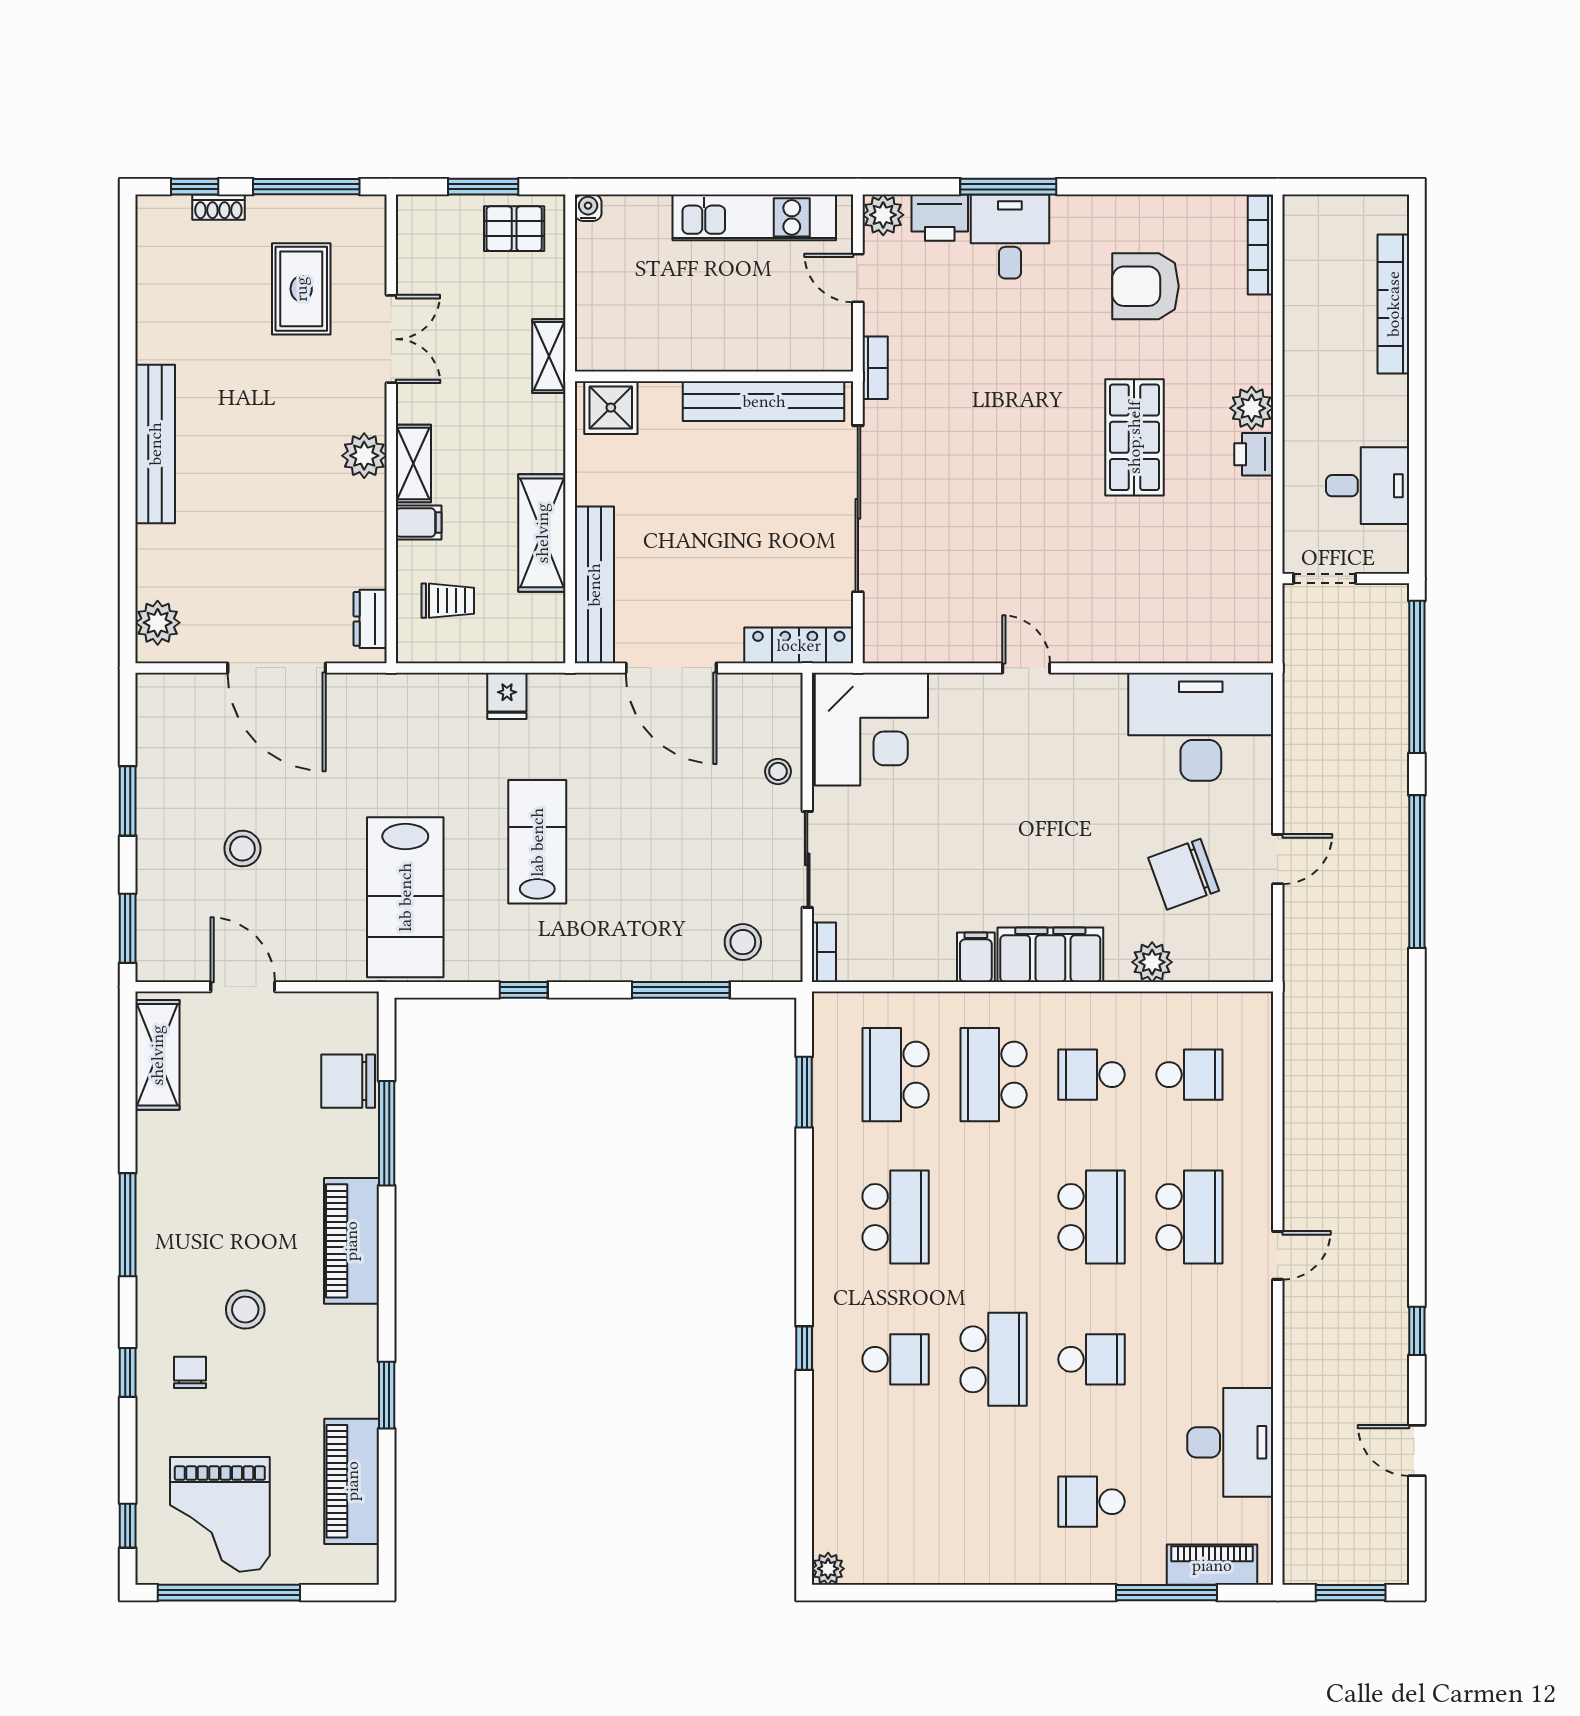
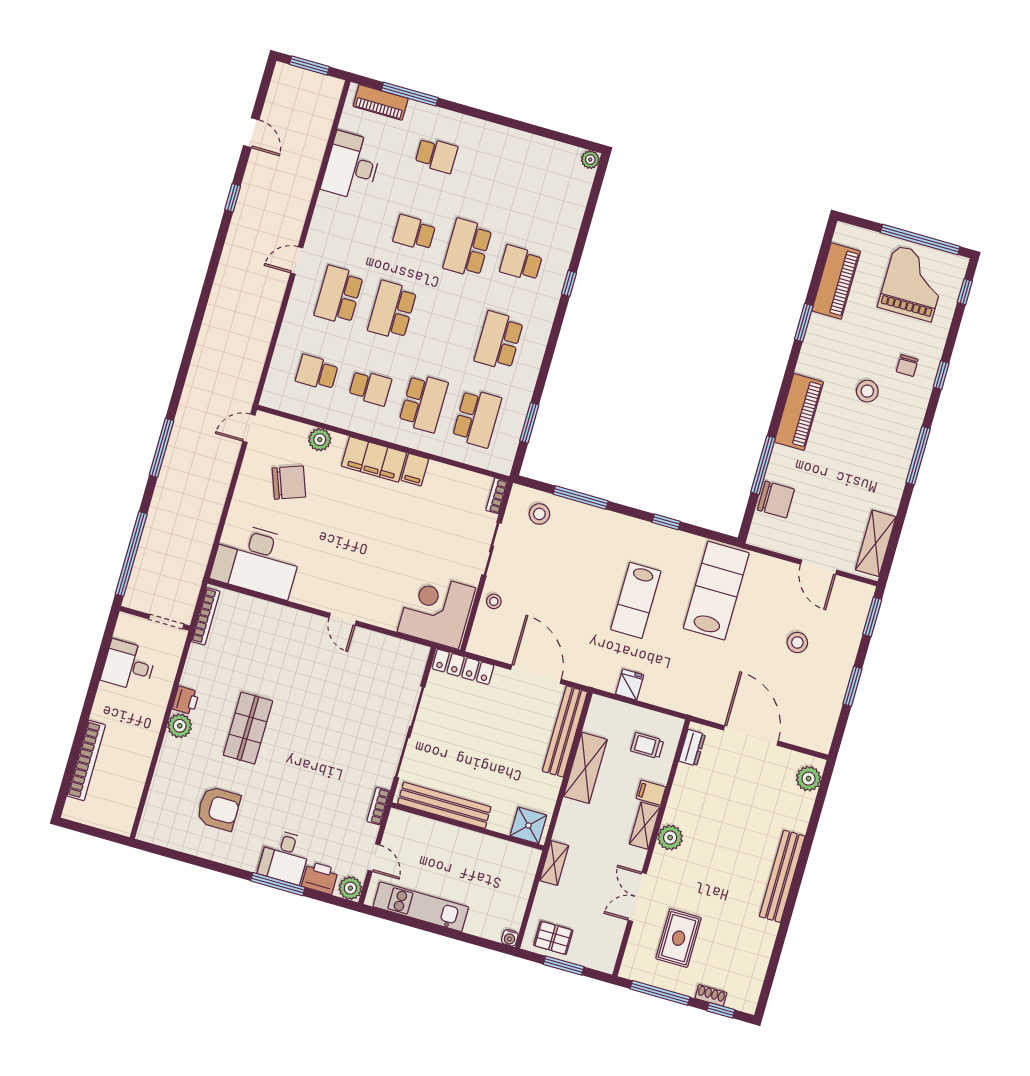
bookcase: (1260, 245) -> (206, 616), moved
door: (1278, 859) -> (249, 428), moved
window: (1417, 872) -> (161, 448), width x0.68

